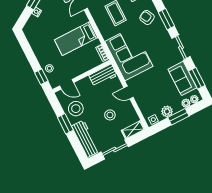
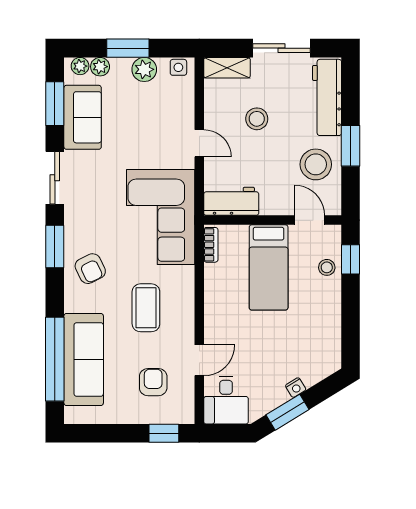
bed: (76, 39) -> (269, 267), moved, turned 90

